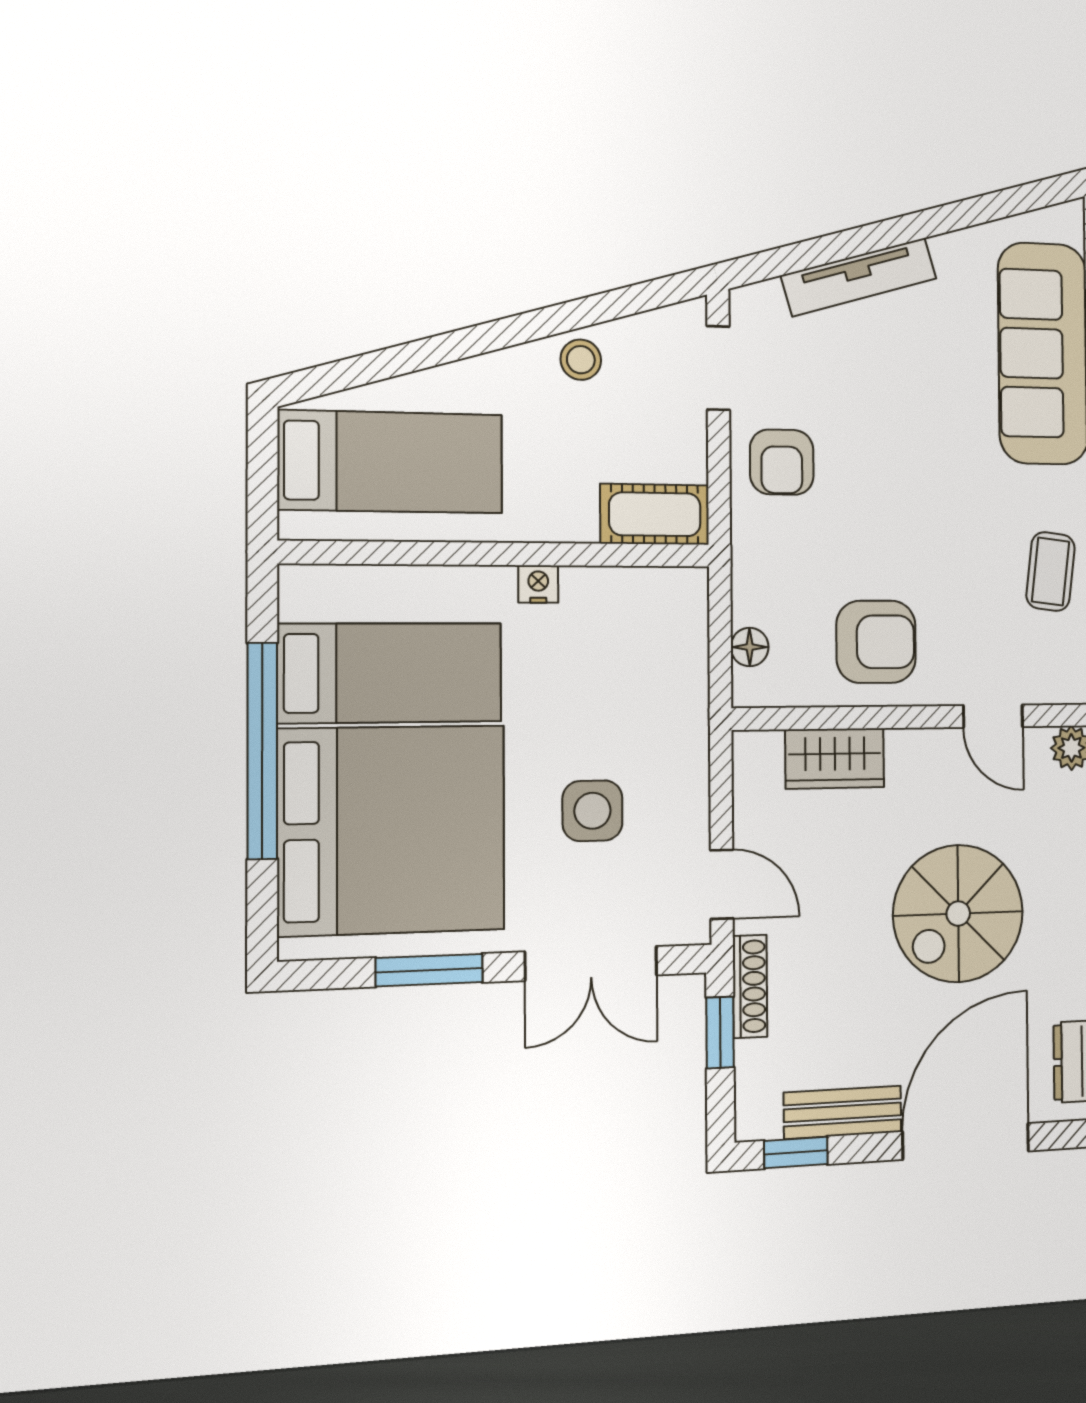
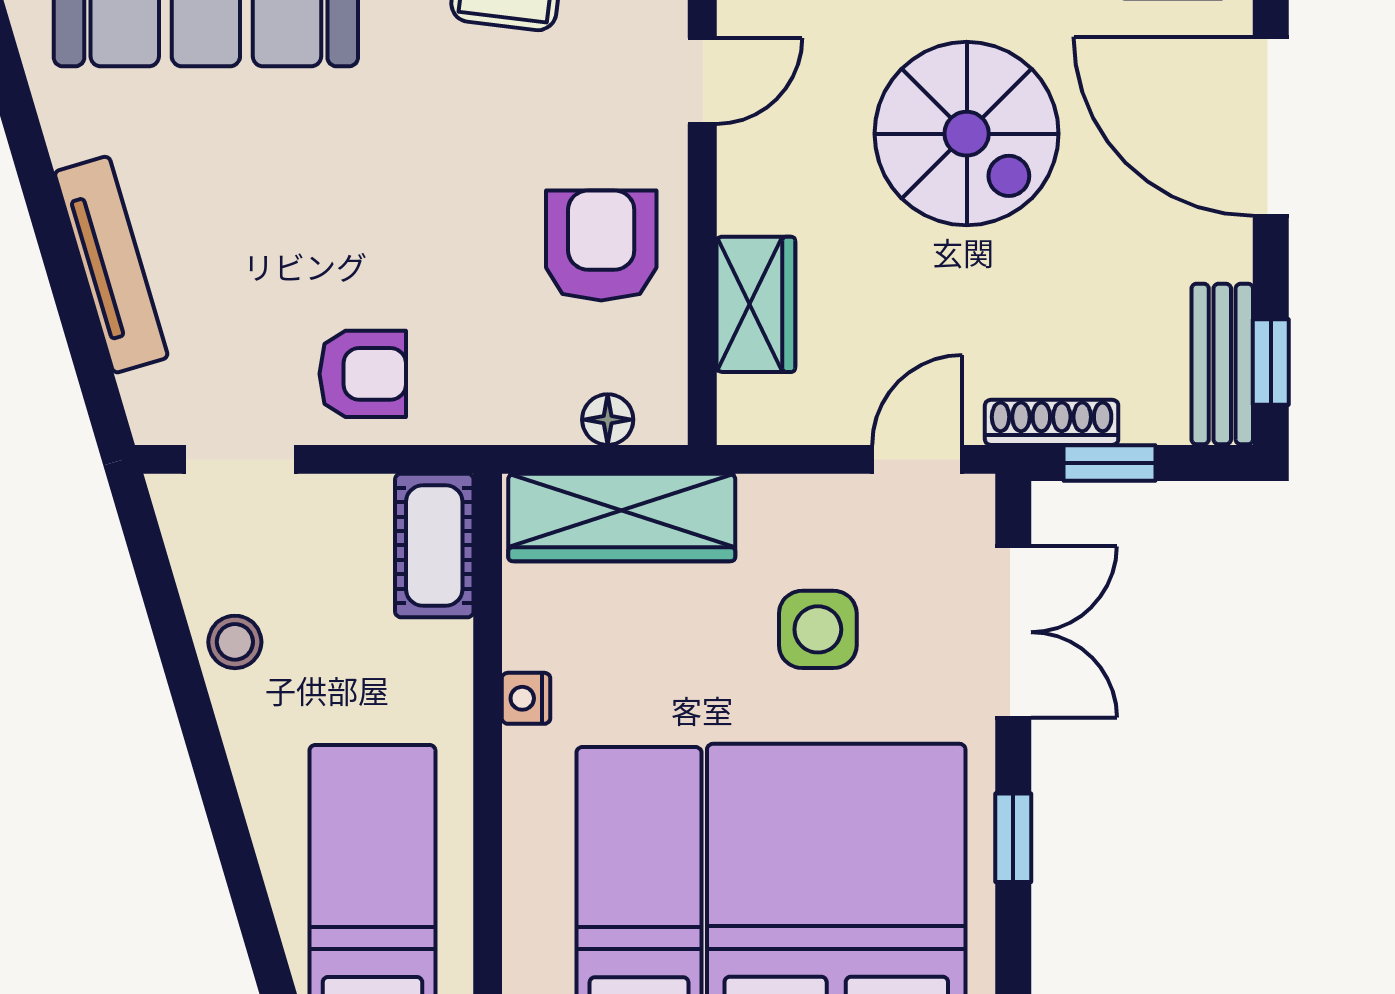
wardrobe: (677, 658) -> (622, 517), added
window: (429, 970) -> (1013, 838), width x0.67
bench: (843, 1112) -> (1222, 364), moved

